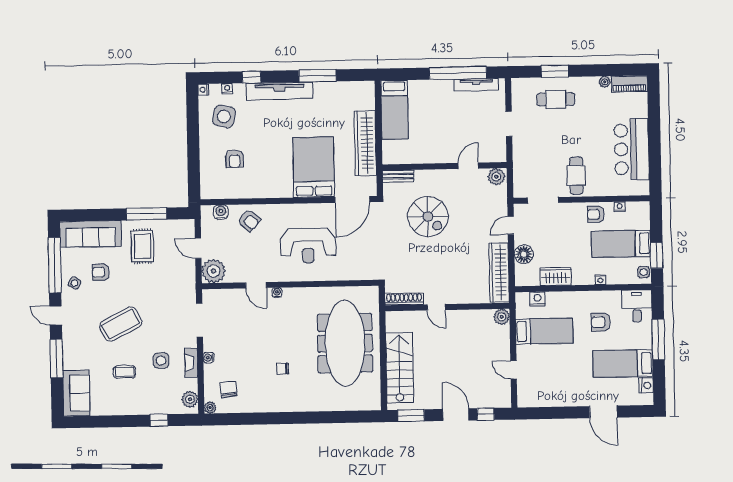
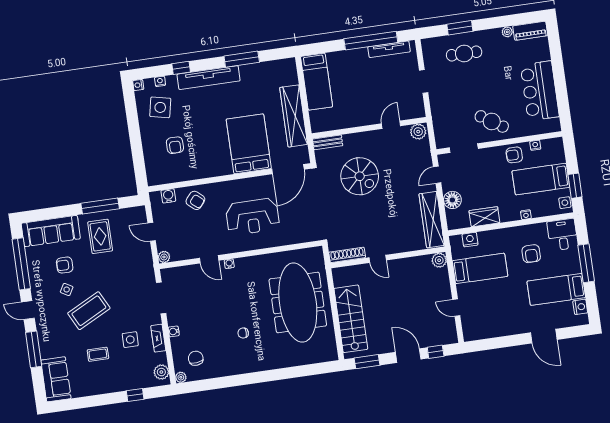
cafe table: (576, 176) -> (492, 121), turned -57
plant: (214, 271) -> (164, 257), width x0.53, depth x0.53
side table: (74, 283) -> (67, 290), moved
armchair: (601, 322) -> (531, 254), turned -90

